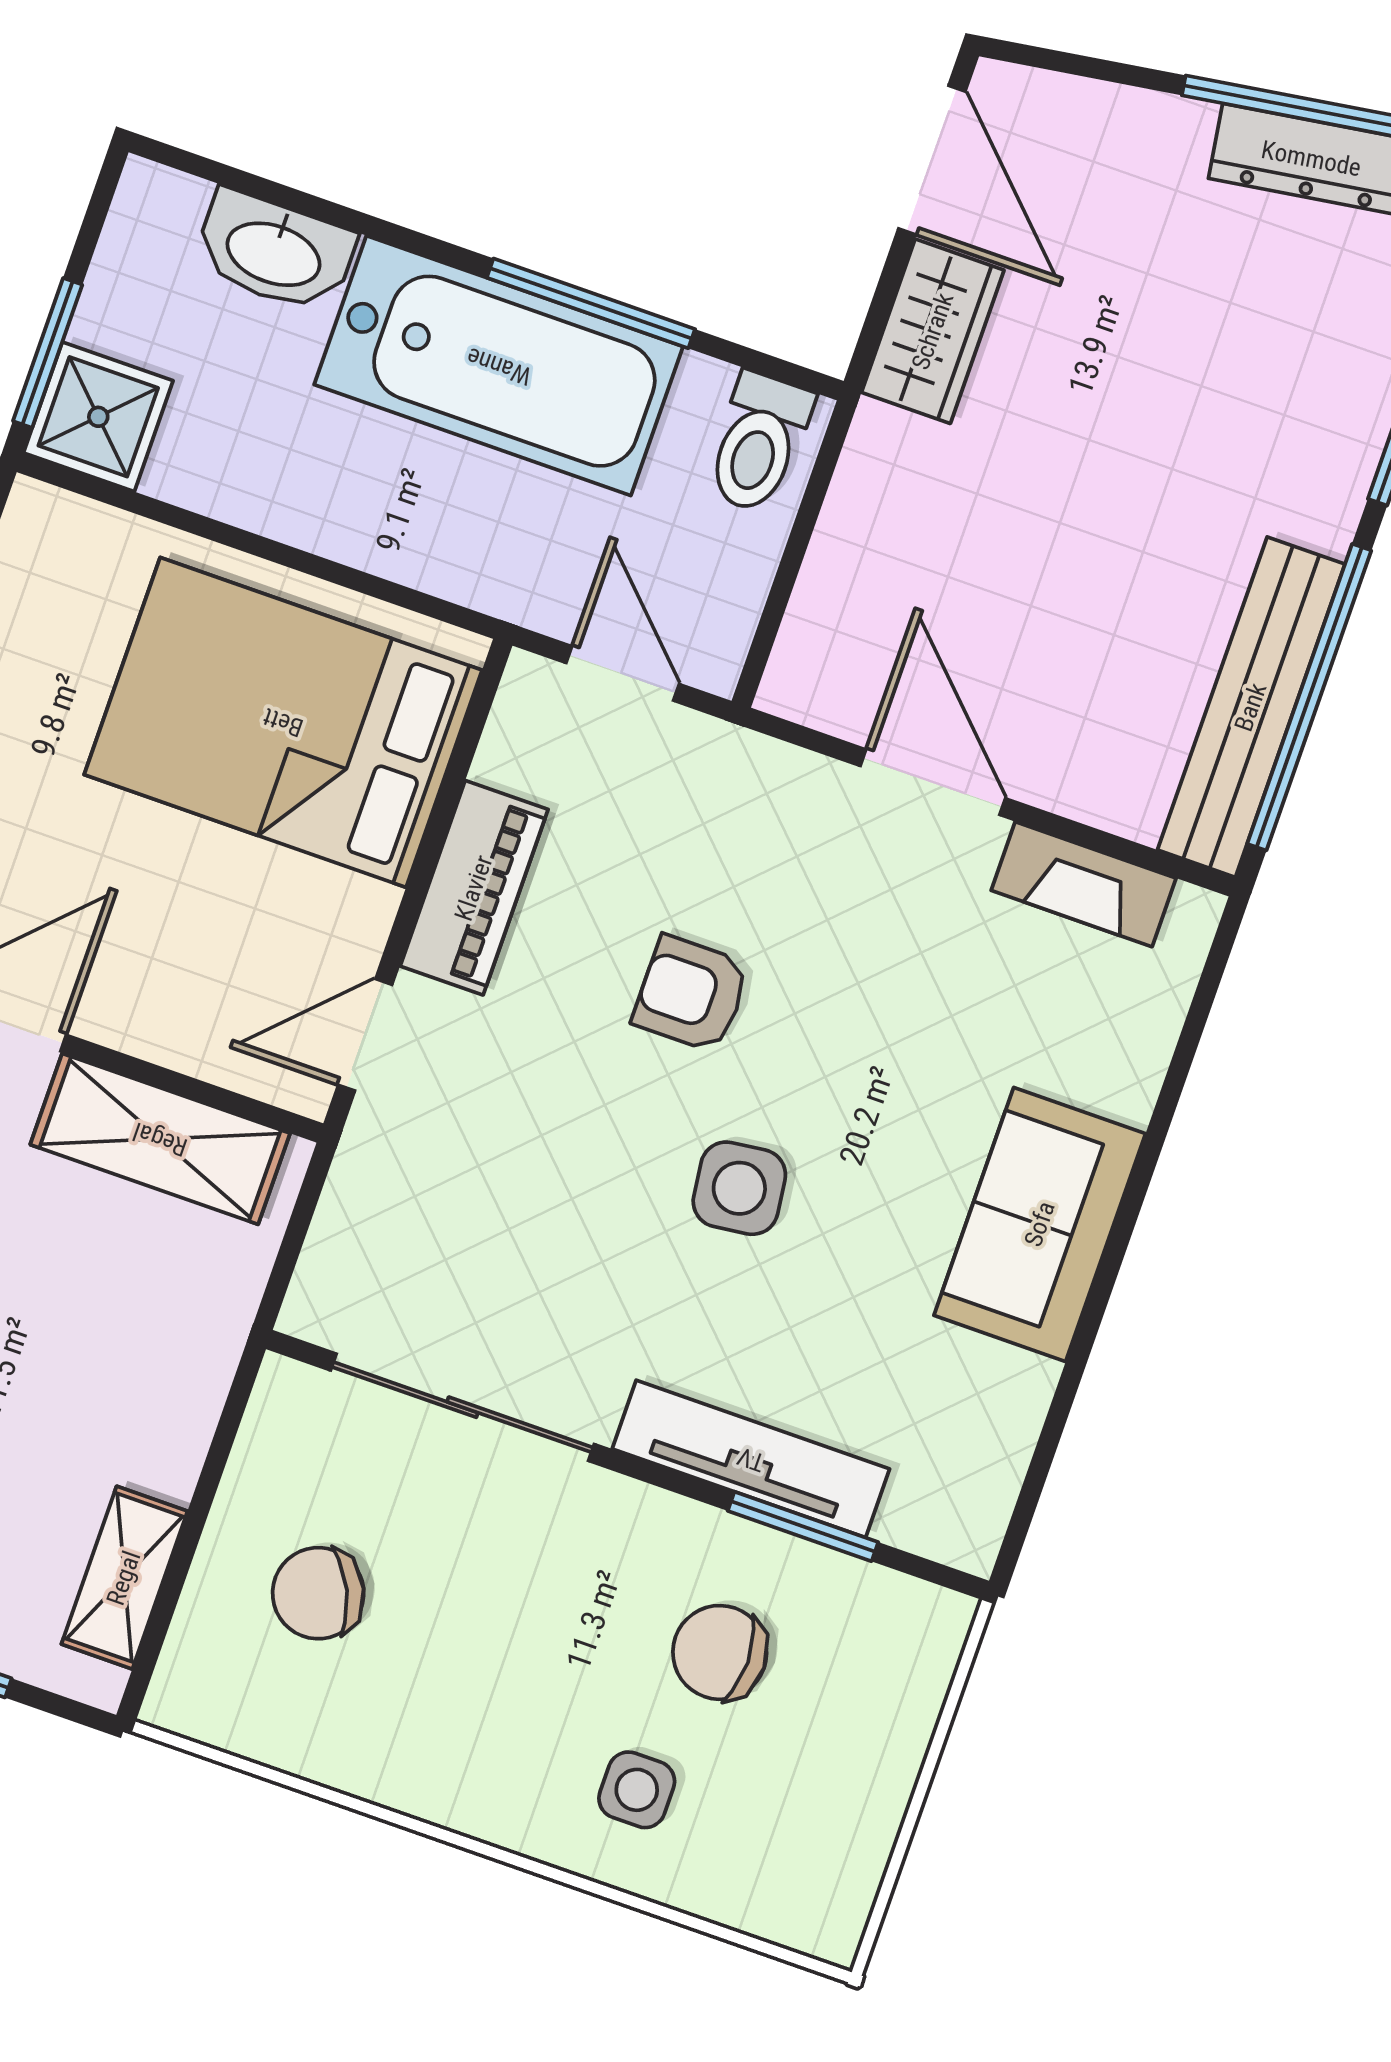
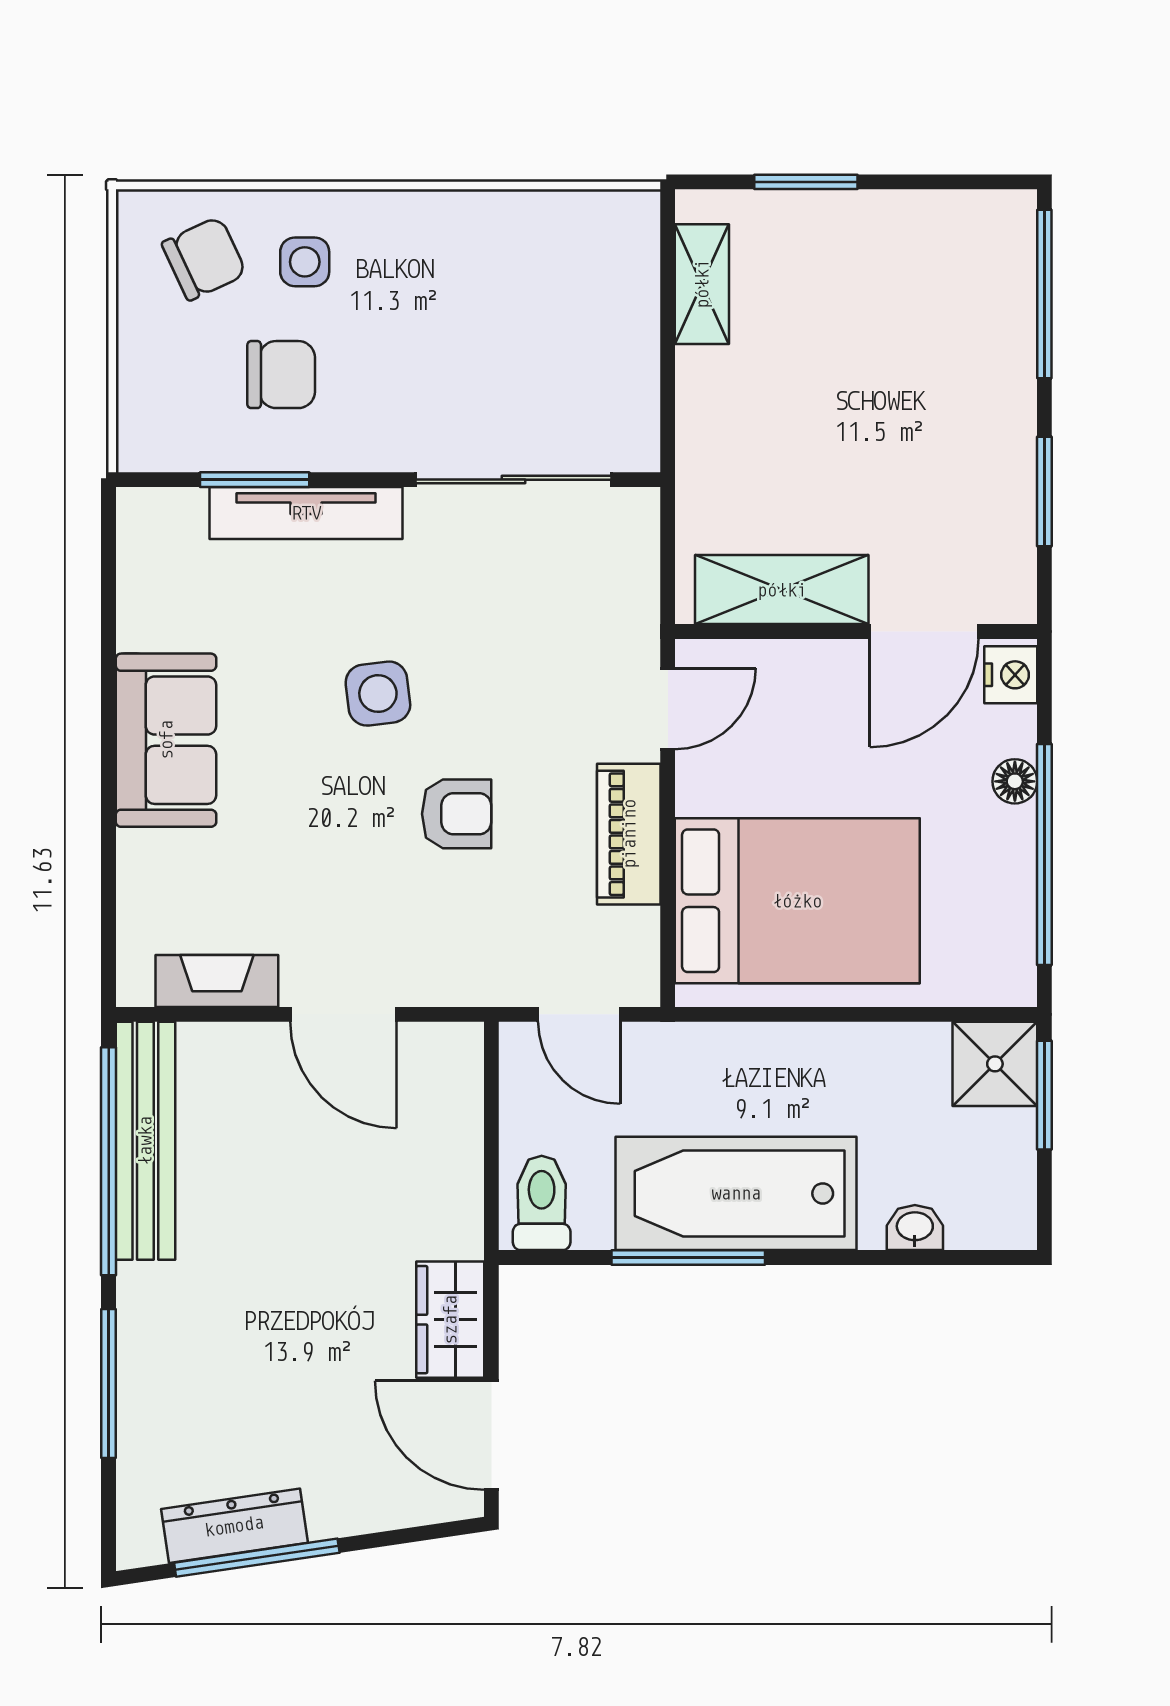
washbasin: (274, 252) -> (915, 1228), width x0.52, depth x0.69
chair: (318, 1593) -> (204, 259), moved

